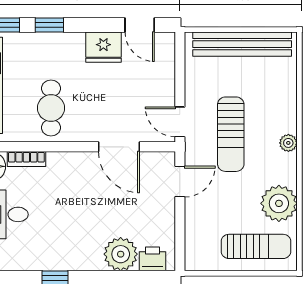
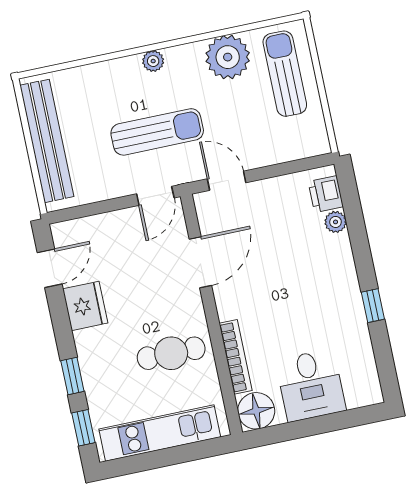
bookcase: (26, 159) -> (236, 357), width x1.56
plant: (121, 254) -> (336, 222), width x0.53, depth x0.53

